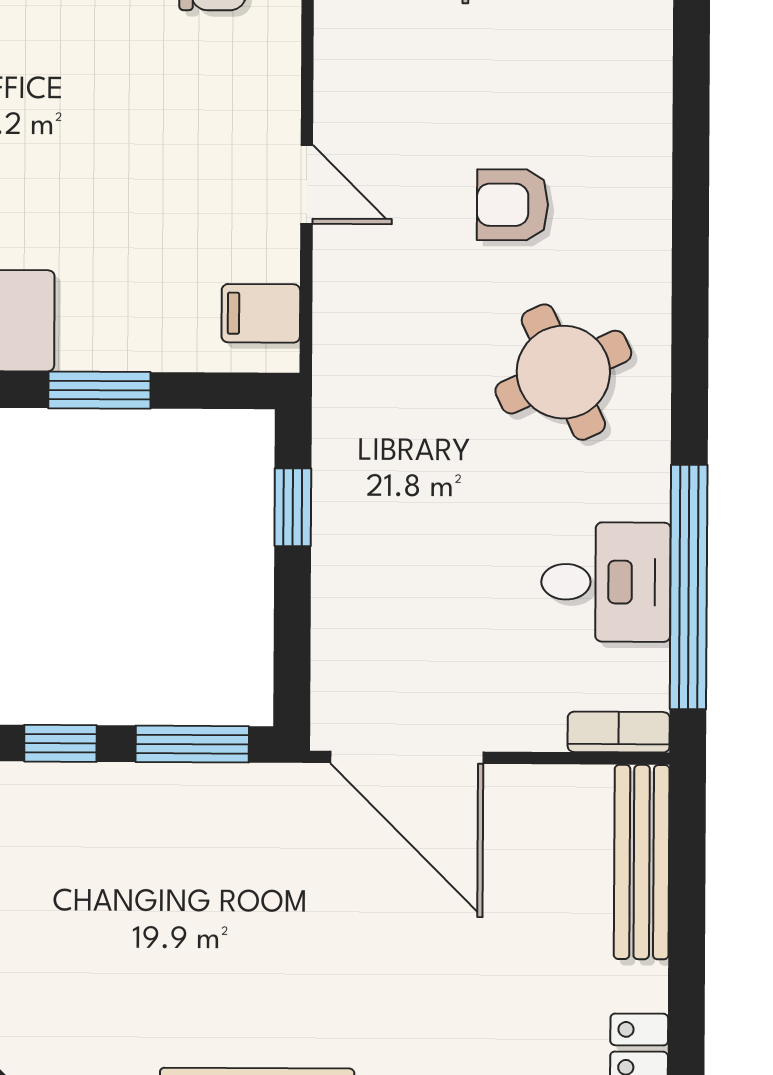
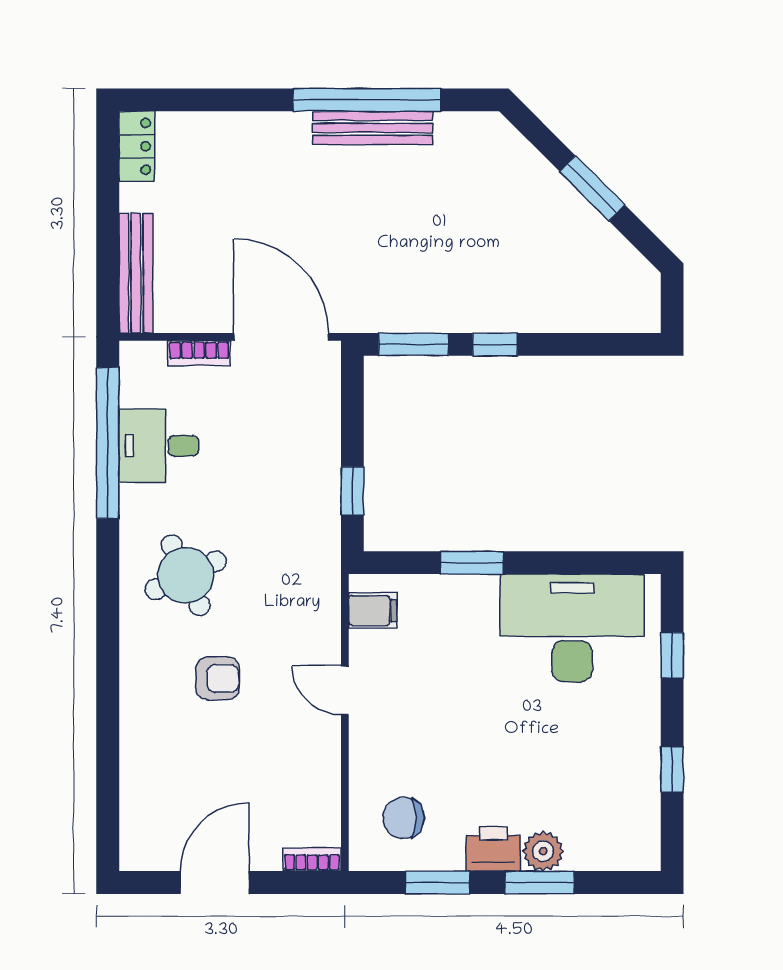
bookcase: (619, 732) -> (199, 353), moved

